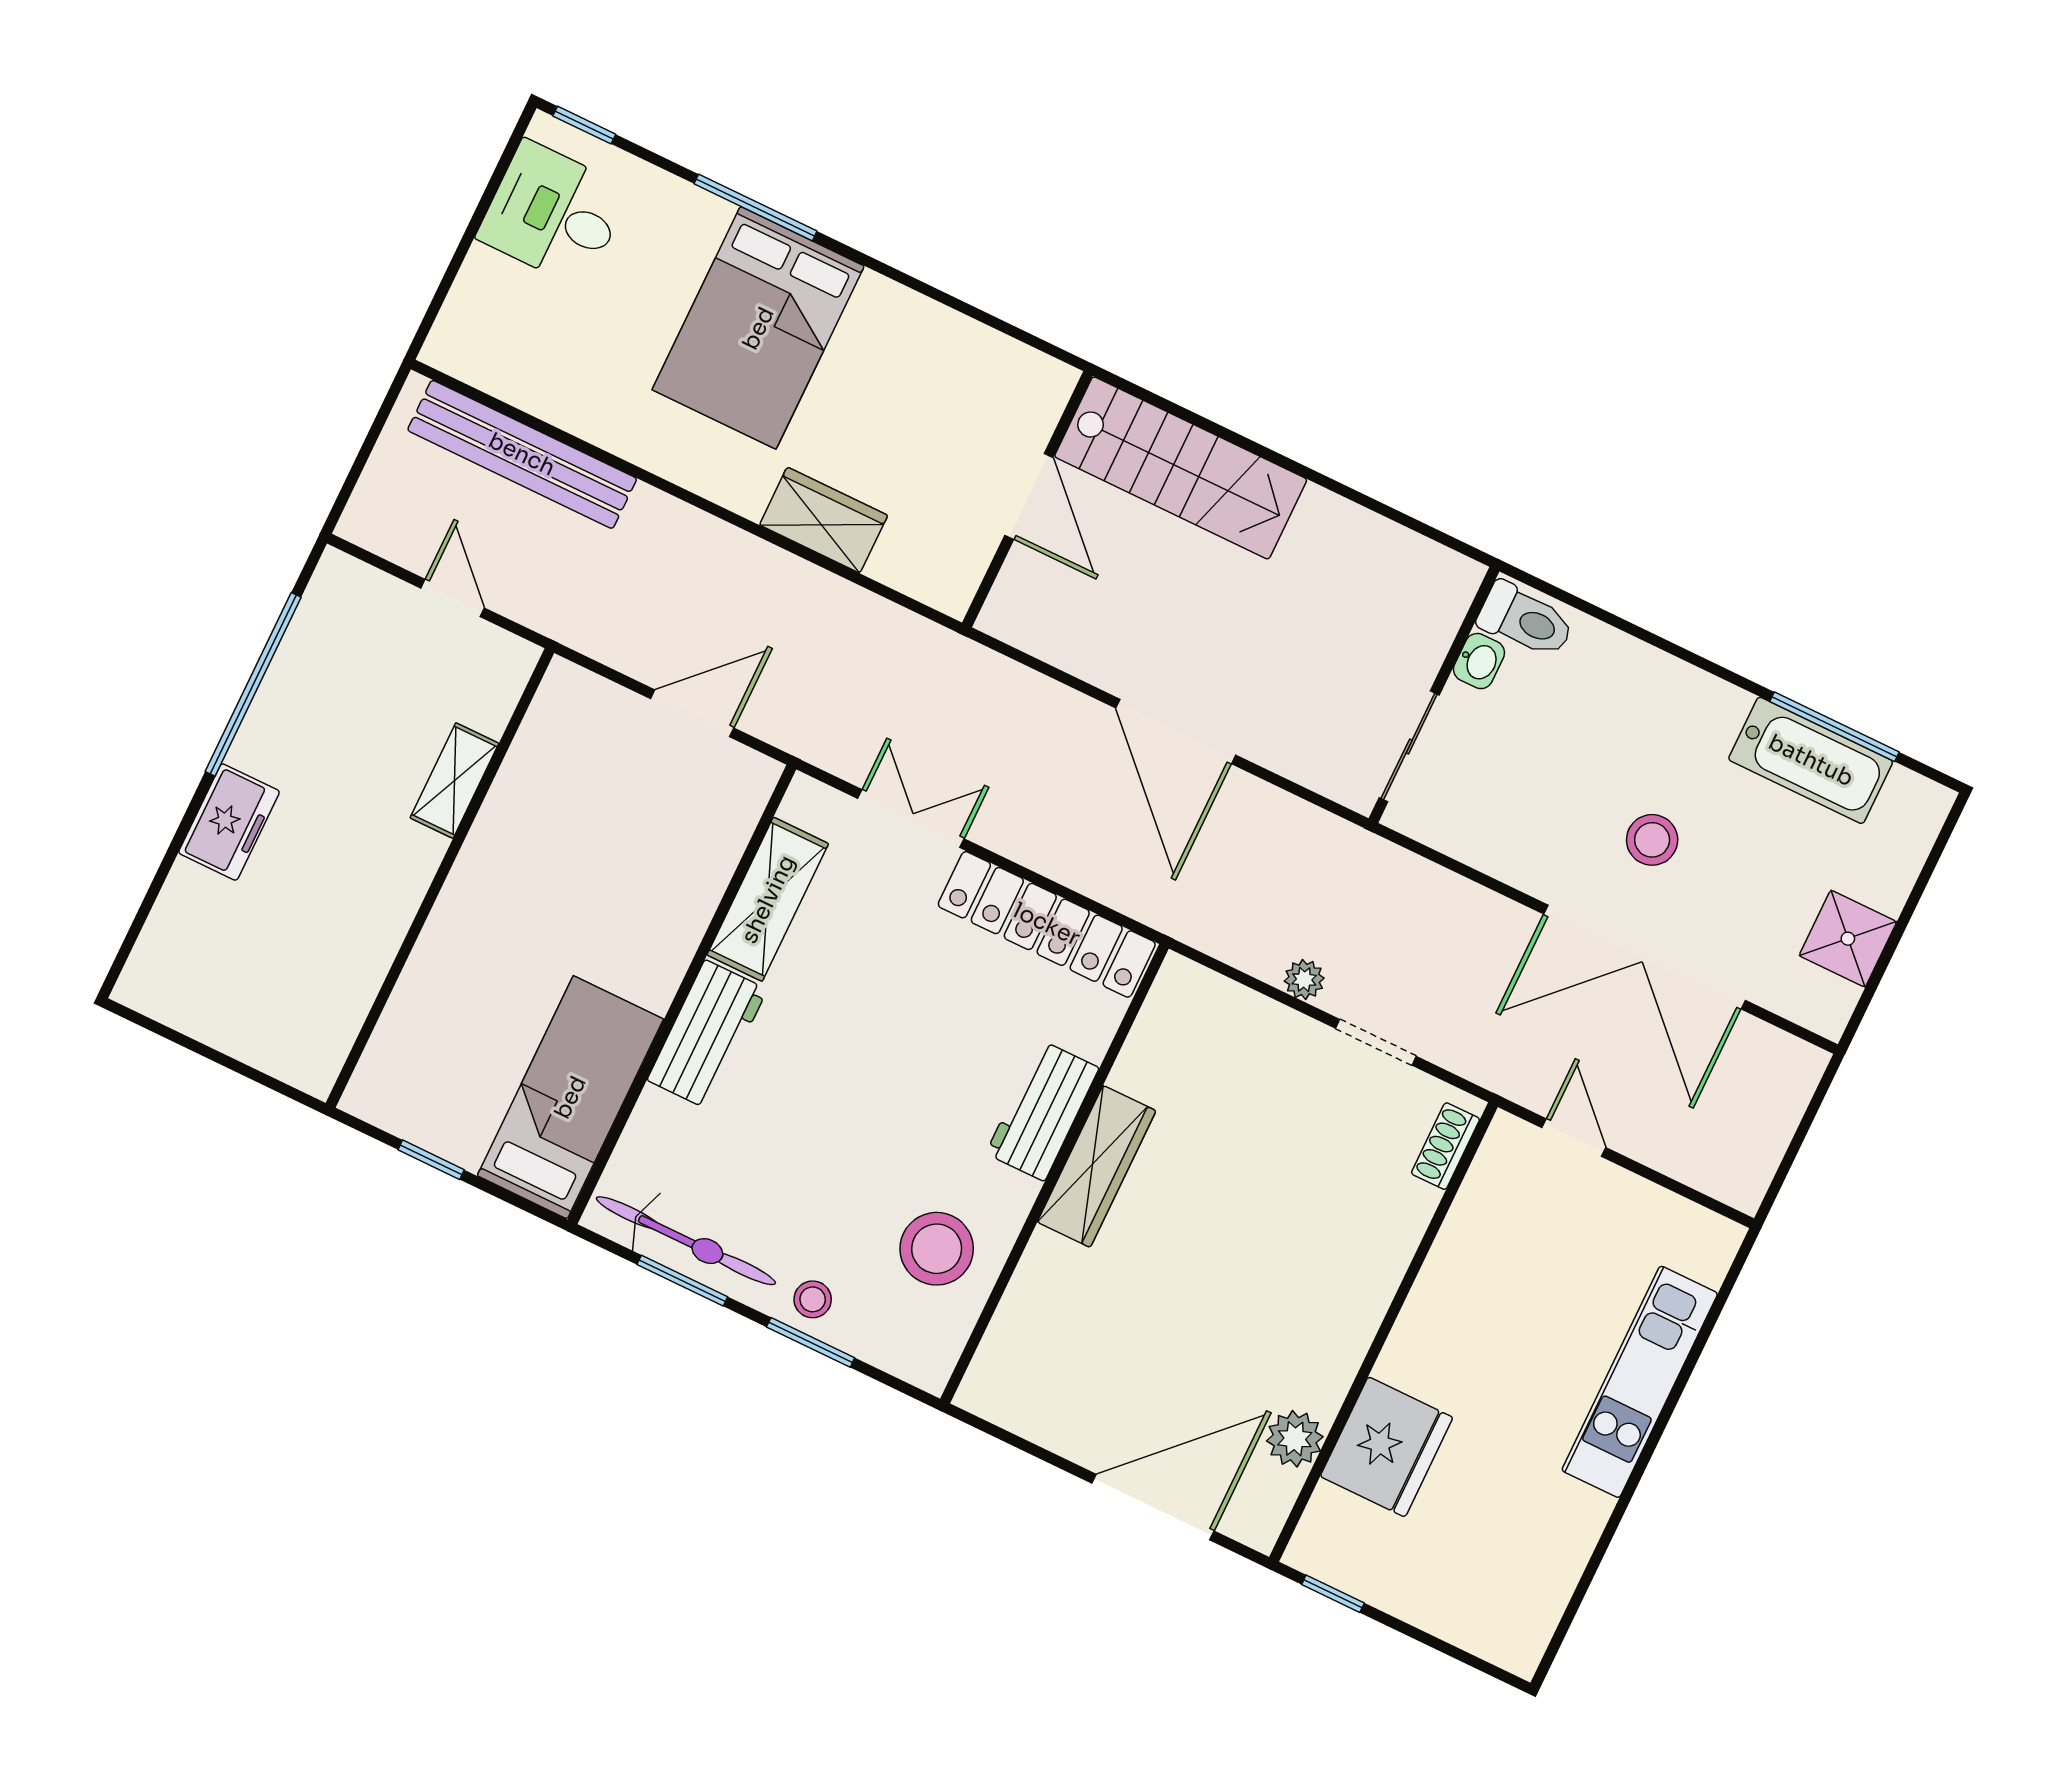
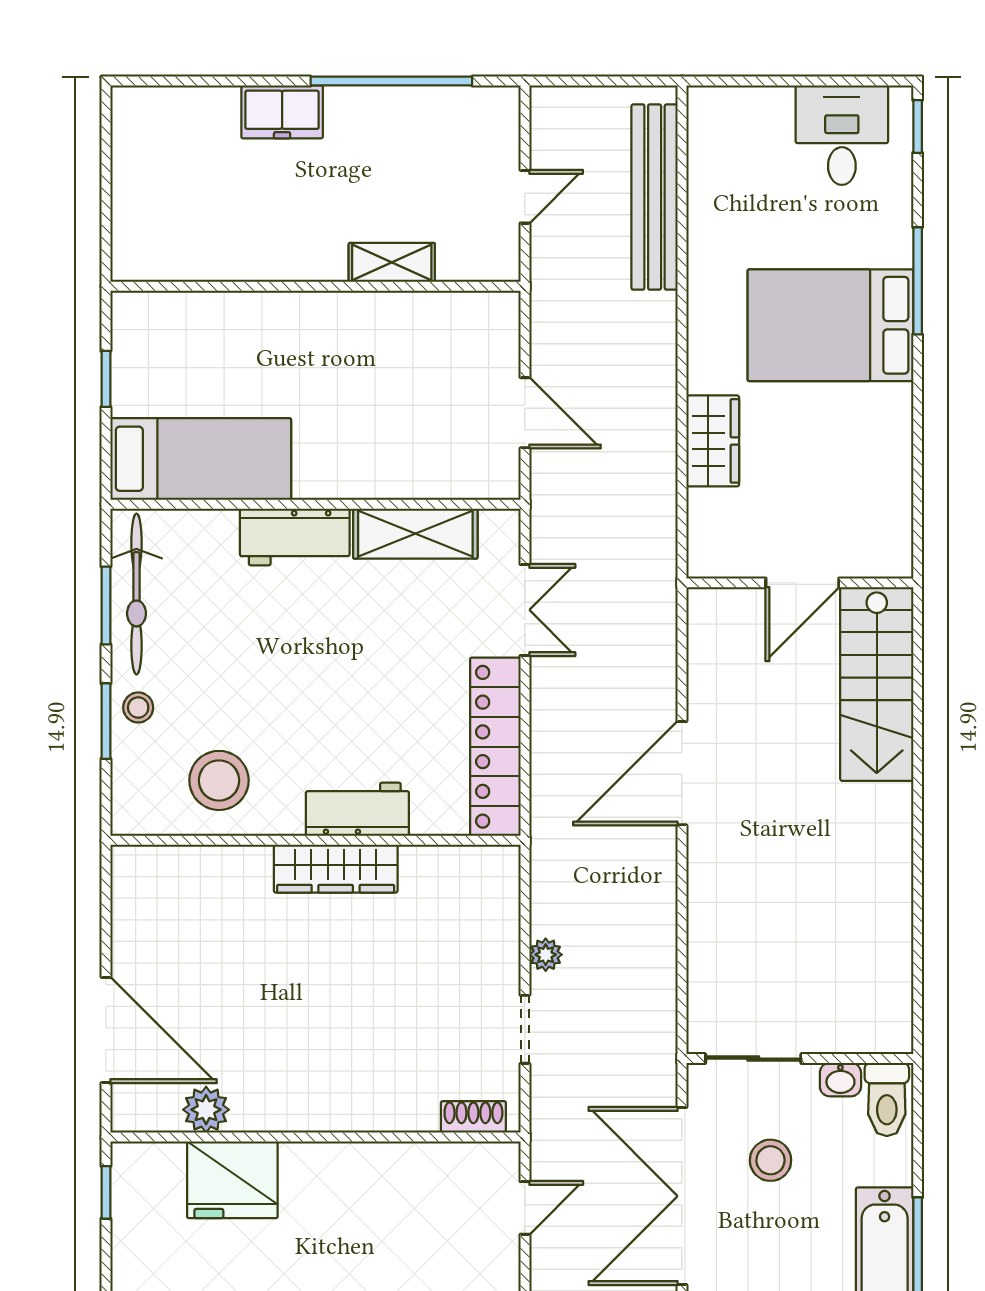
toilet: (1526, 620) -> (887, 1099), moved
washbasin: (1479, 661) -> (840, 1080), moved
wall: (1434, 695) -> (800, 1059), moved
sliding door: (1409, 746) -> (753, 1059), moved

